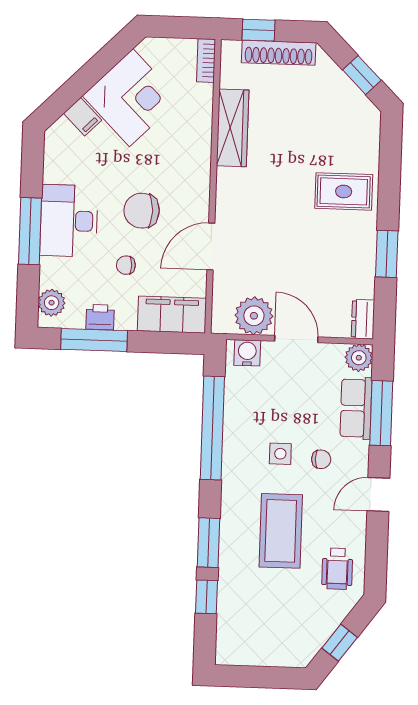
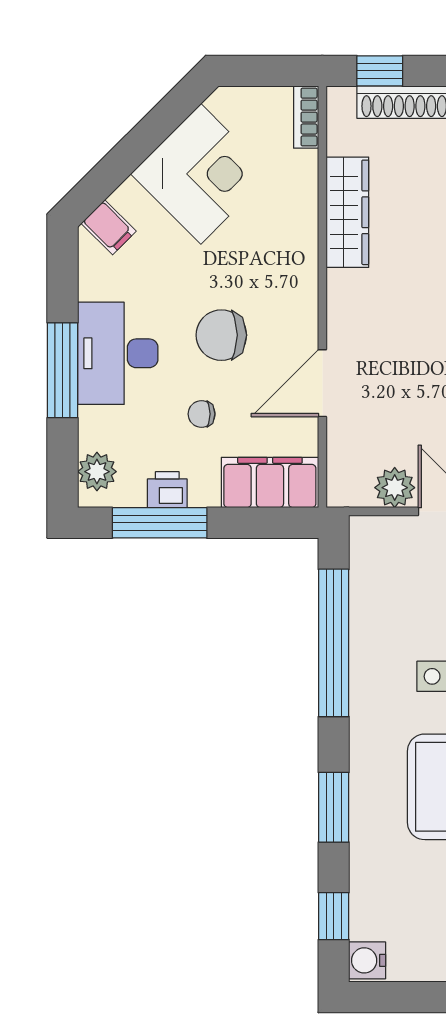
filing cabinet: (83, 117) -> (109, 227), moved
plant: (254, 316) -> (395, 488), width x0.73, depth x0.73
water cooler: (247, 353) -> (367, 960), moved, turned -90
window: (207, 597) -> (334, 916), moved

